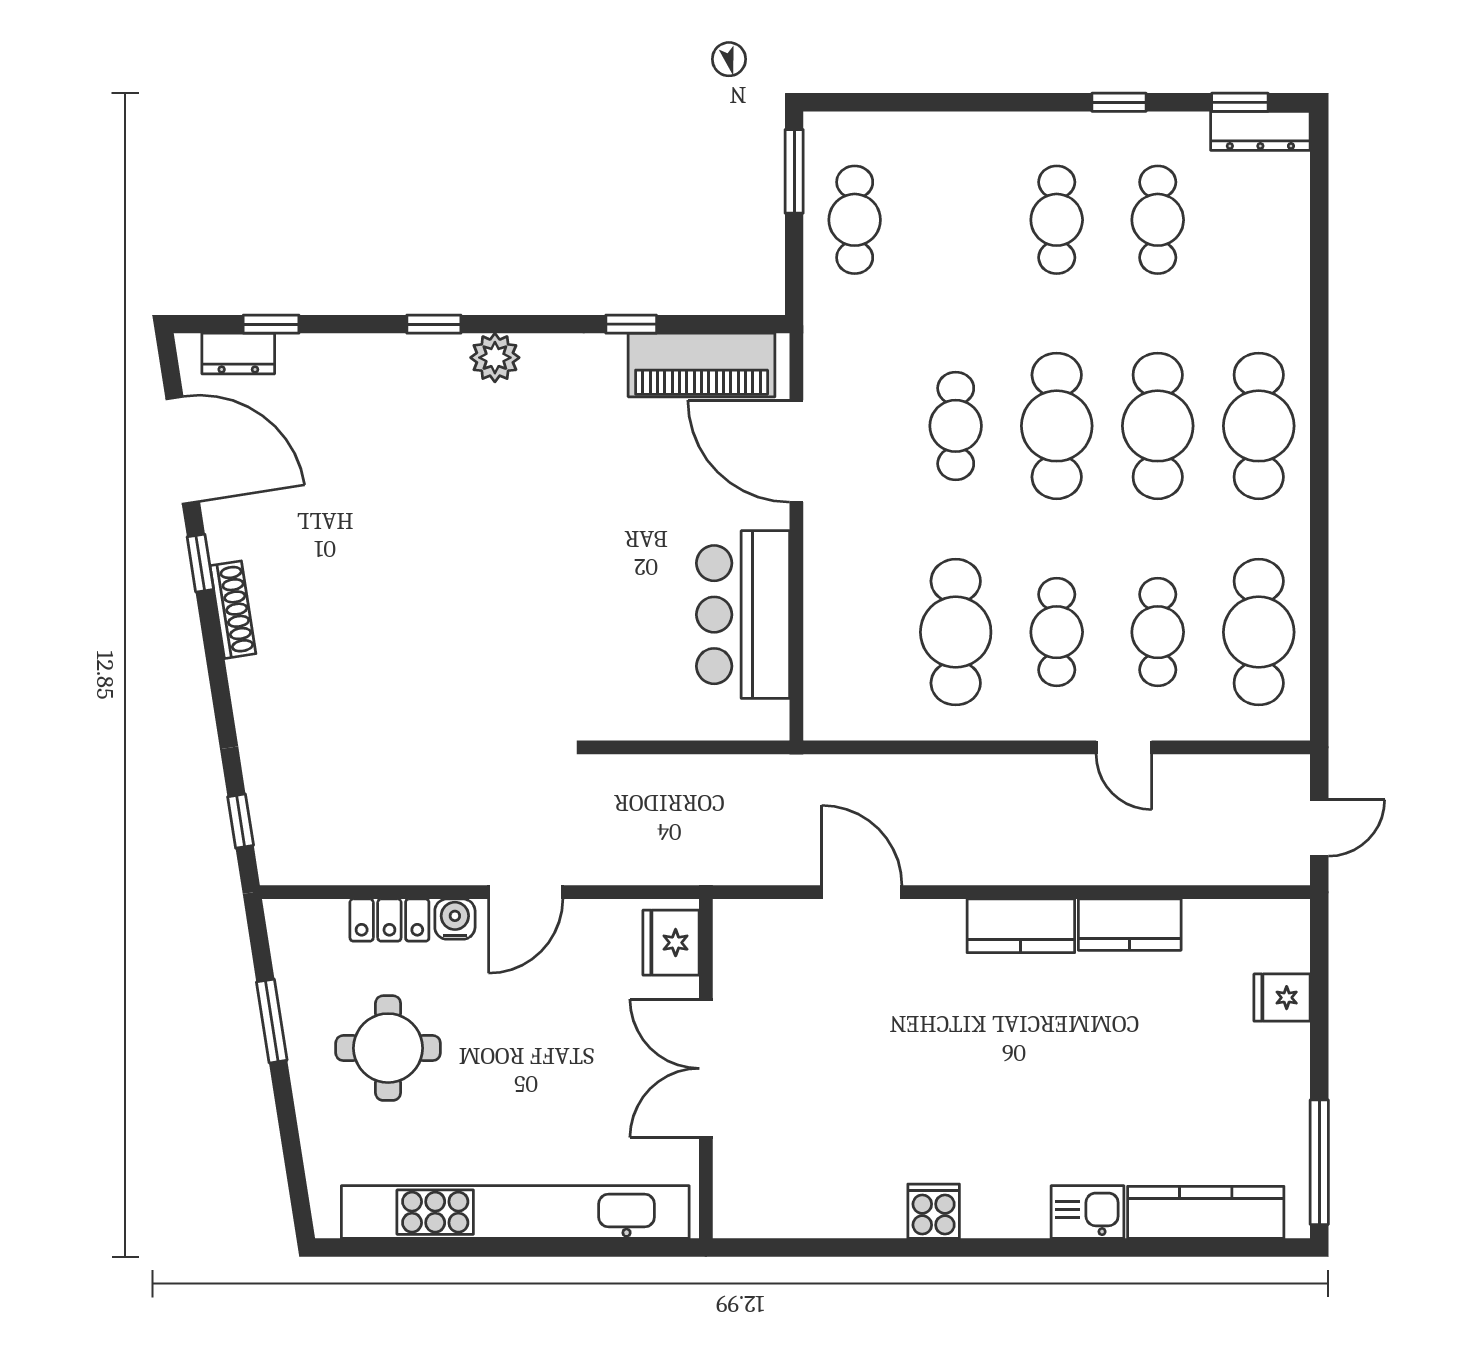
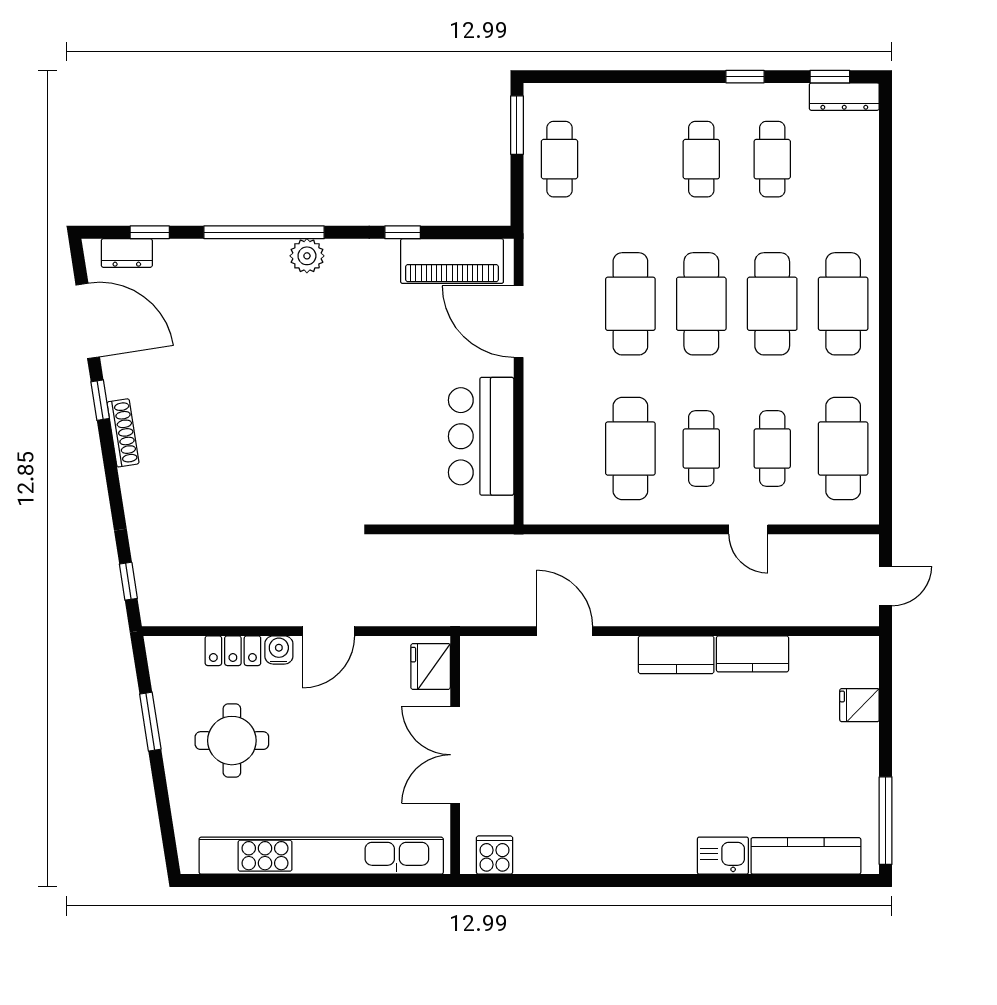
window: (434, 324) -> (264, 232), width x3.17
cafe table: (956, 426) -> (630, 304), width x1.37, depth x1.35
cooker: (934, 1211) -> (495, 855), moved

